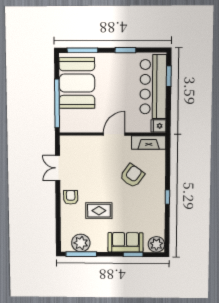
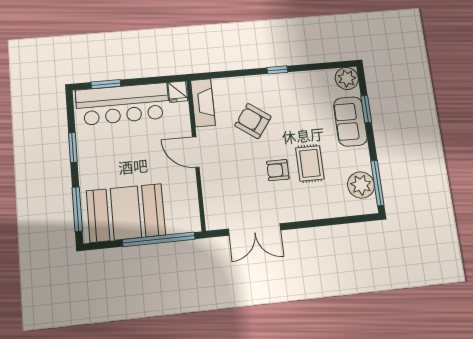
double door: (58, 168) -> (255, 229), width x1.37
armchair: (71, 197) -> (278, 170), moved

